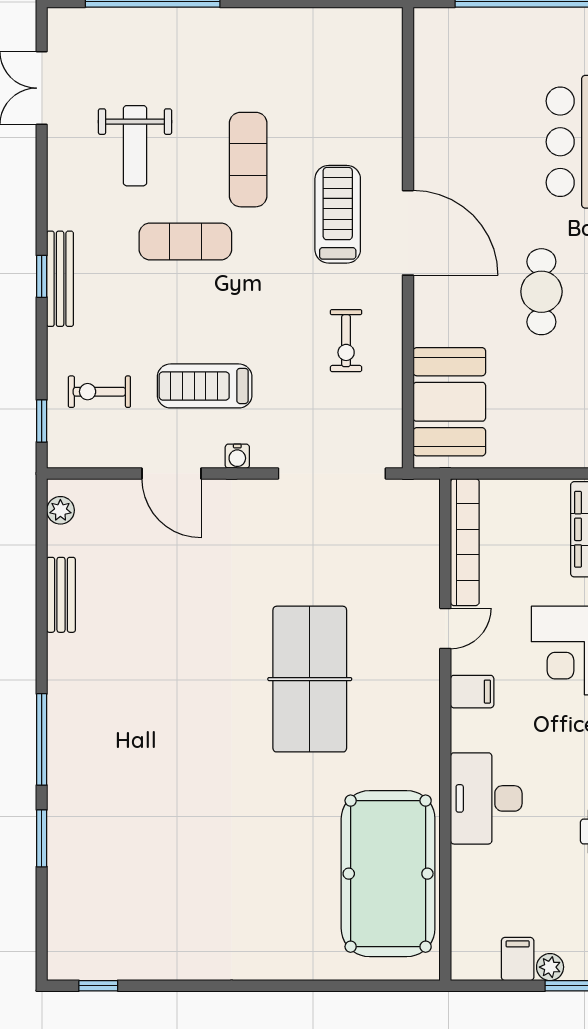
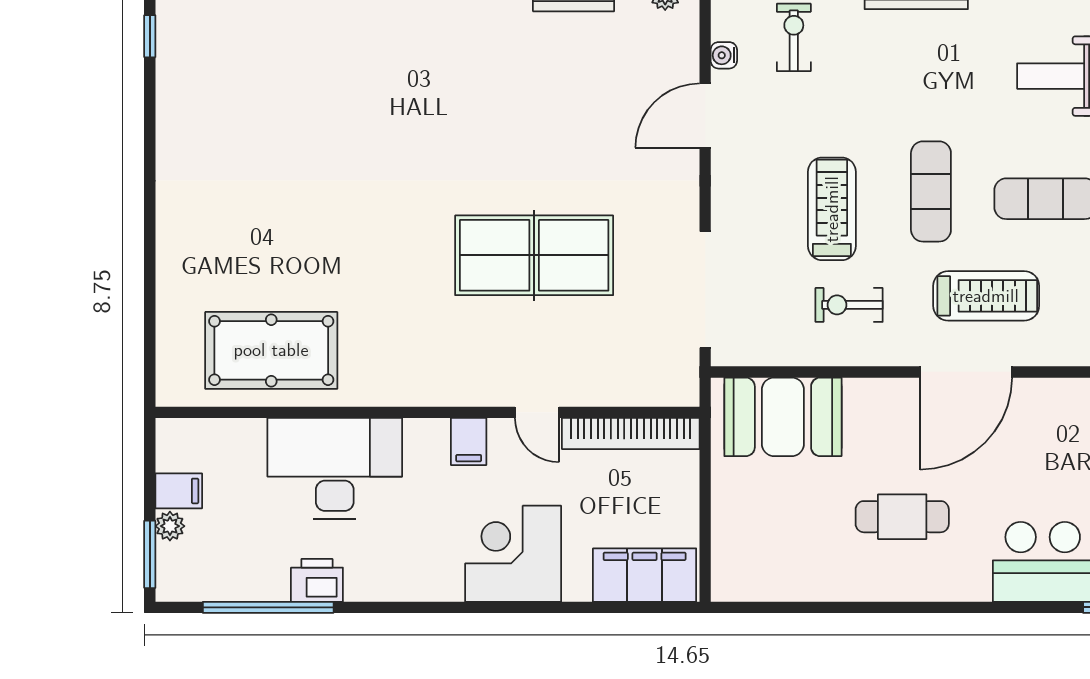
exercise mat: (185, 241) -> (931, 191), moved
treadmill: (205, 386) -> (832, 209), moved
water cooler: (237, 456) -> (724, 55), moved
table tennis table: (310, 679) -> (534, 255), moved
desk: (486, 798) -> (335, 468), width x1.36, depth x1.30
pool table: (388, 874) -> (271, 350), width x0.73, depth x0.76

